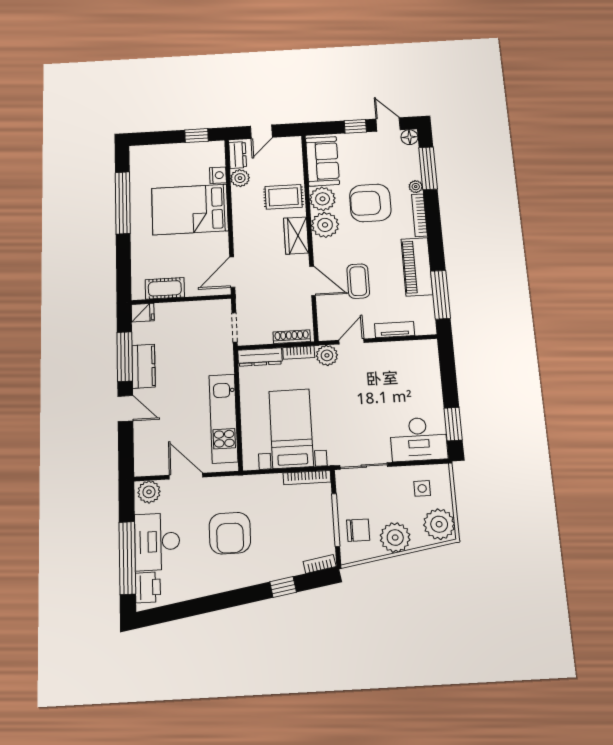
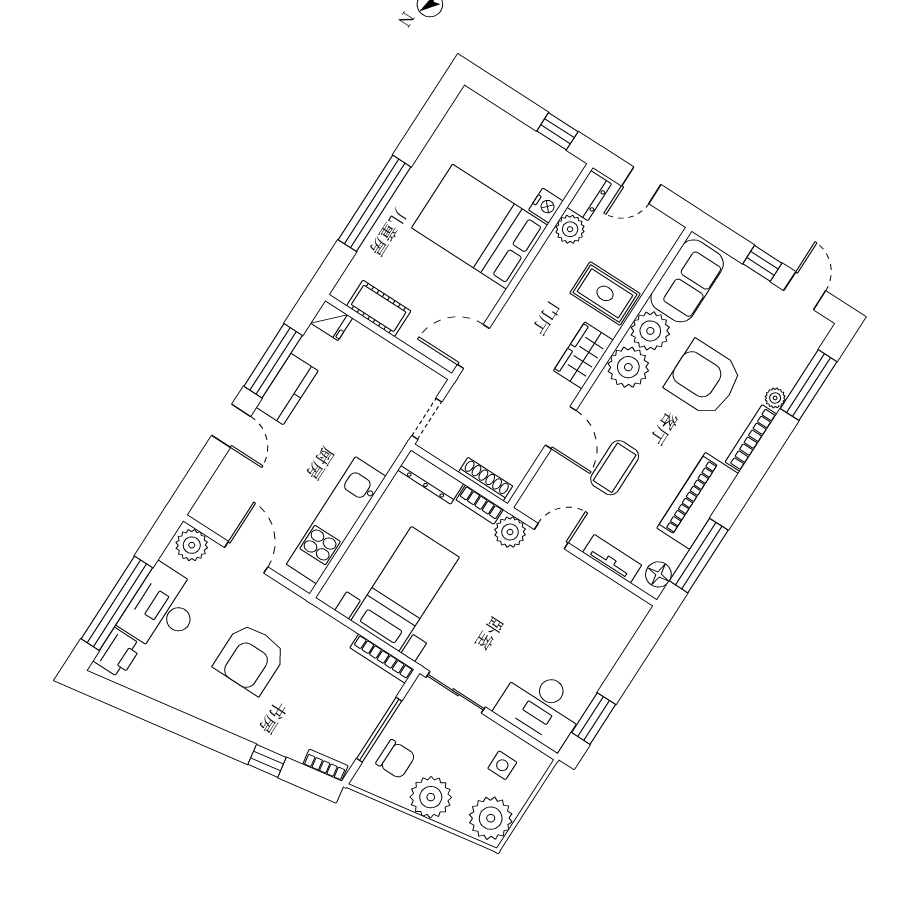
floor lamp: (409, 137) -> (658, 574), moved
window: (123, 203) -> (375, 203), moved

